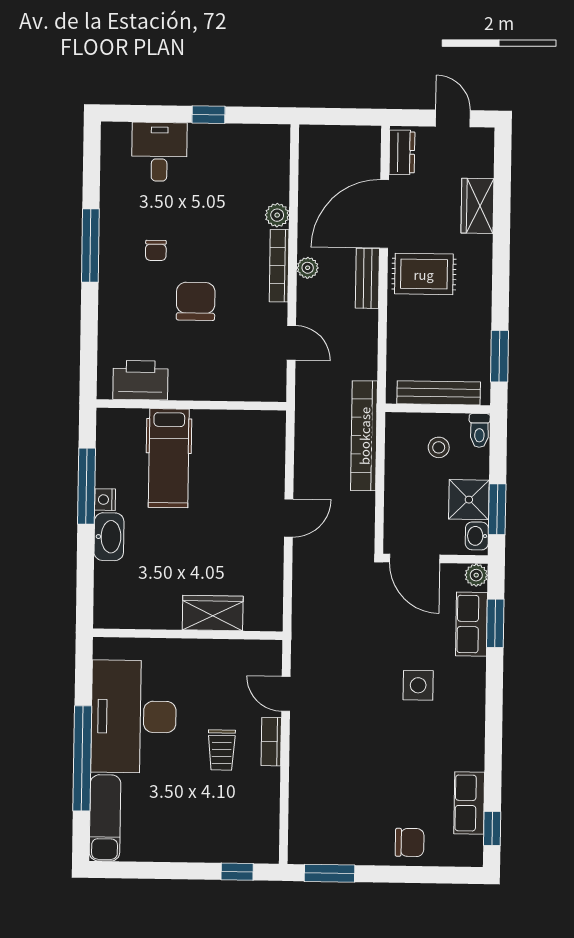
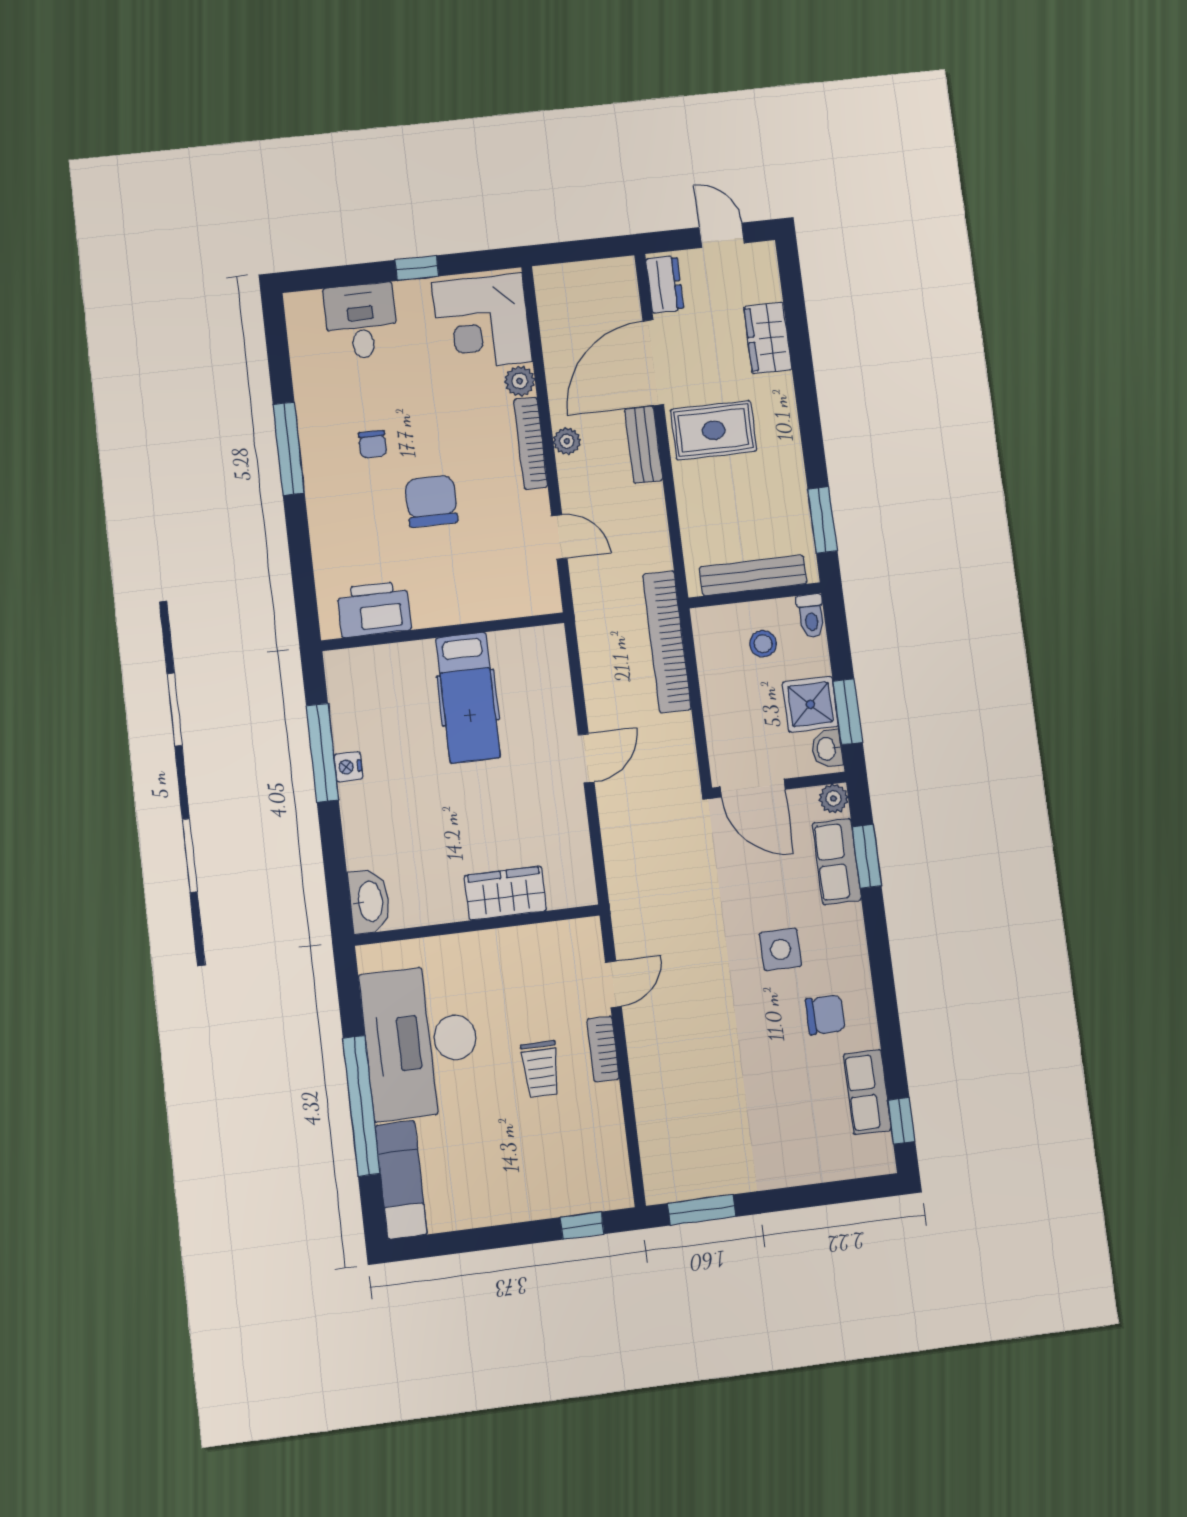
corner desk: (254, 164) -> (482, 322), added
hospital bed: (169, 458) -> (468, 698), moved
washbasin: (109, 537) -> (369, 901), moved
door: (286, 694) -> (613, 984), swing flipped
chair: (410, 842) -> (825, 1015), moved

